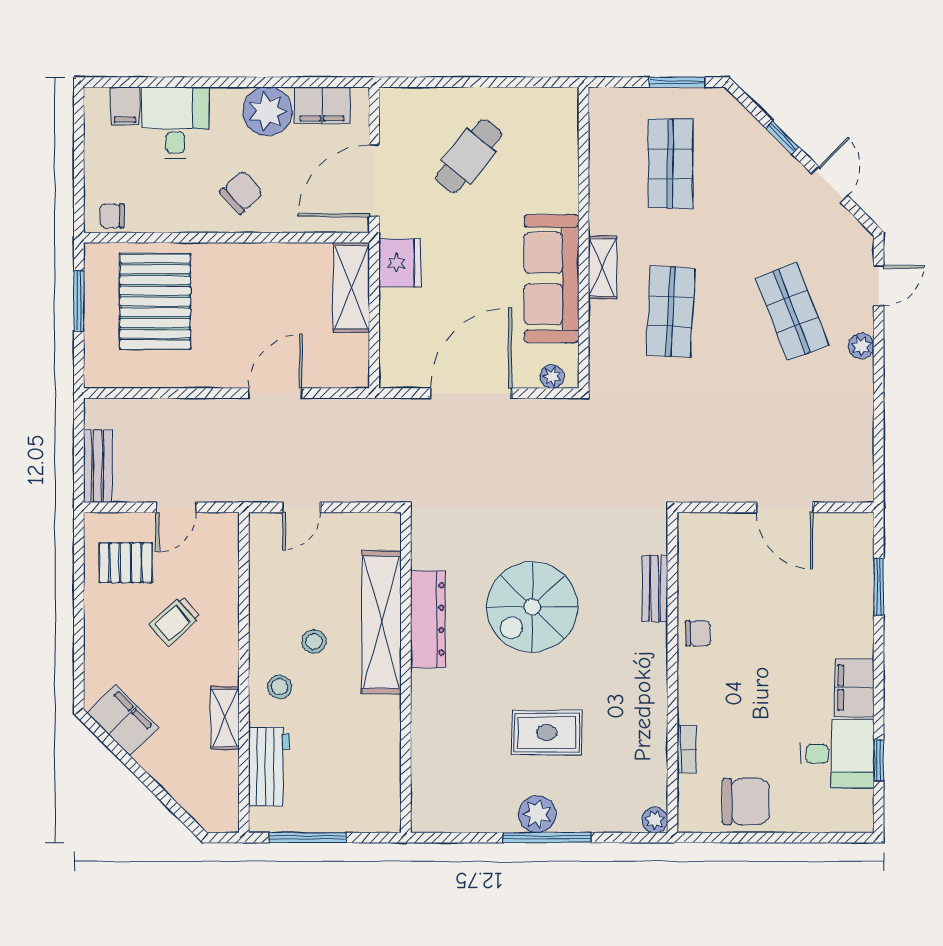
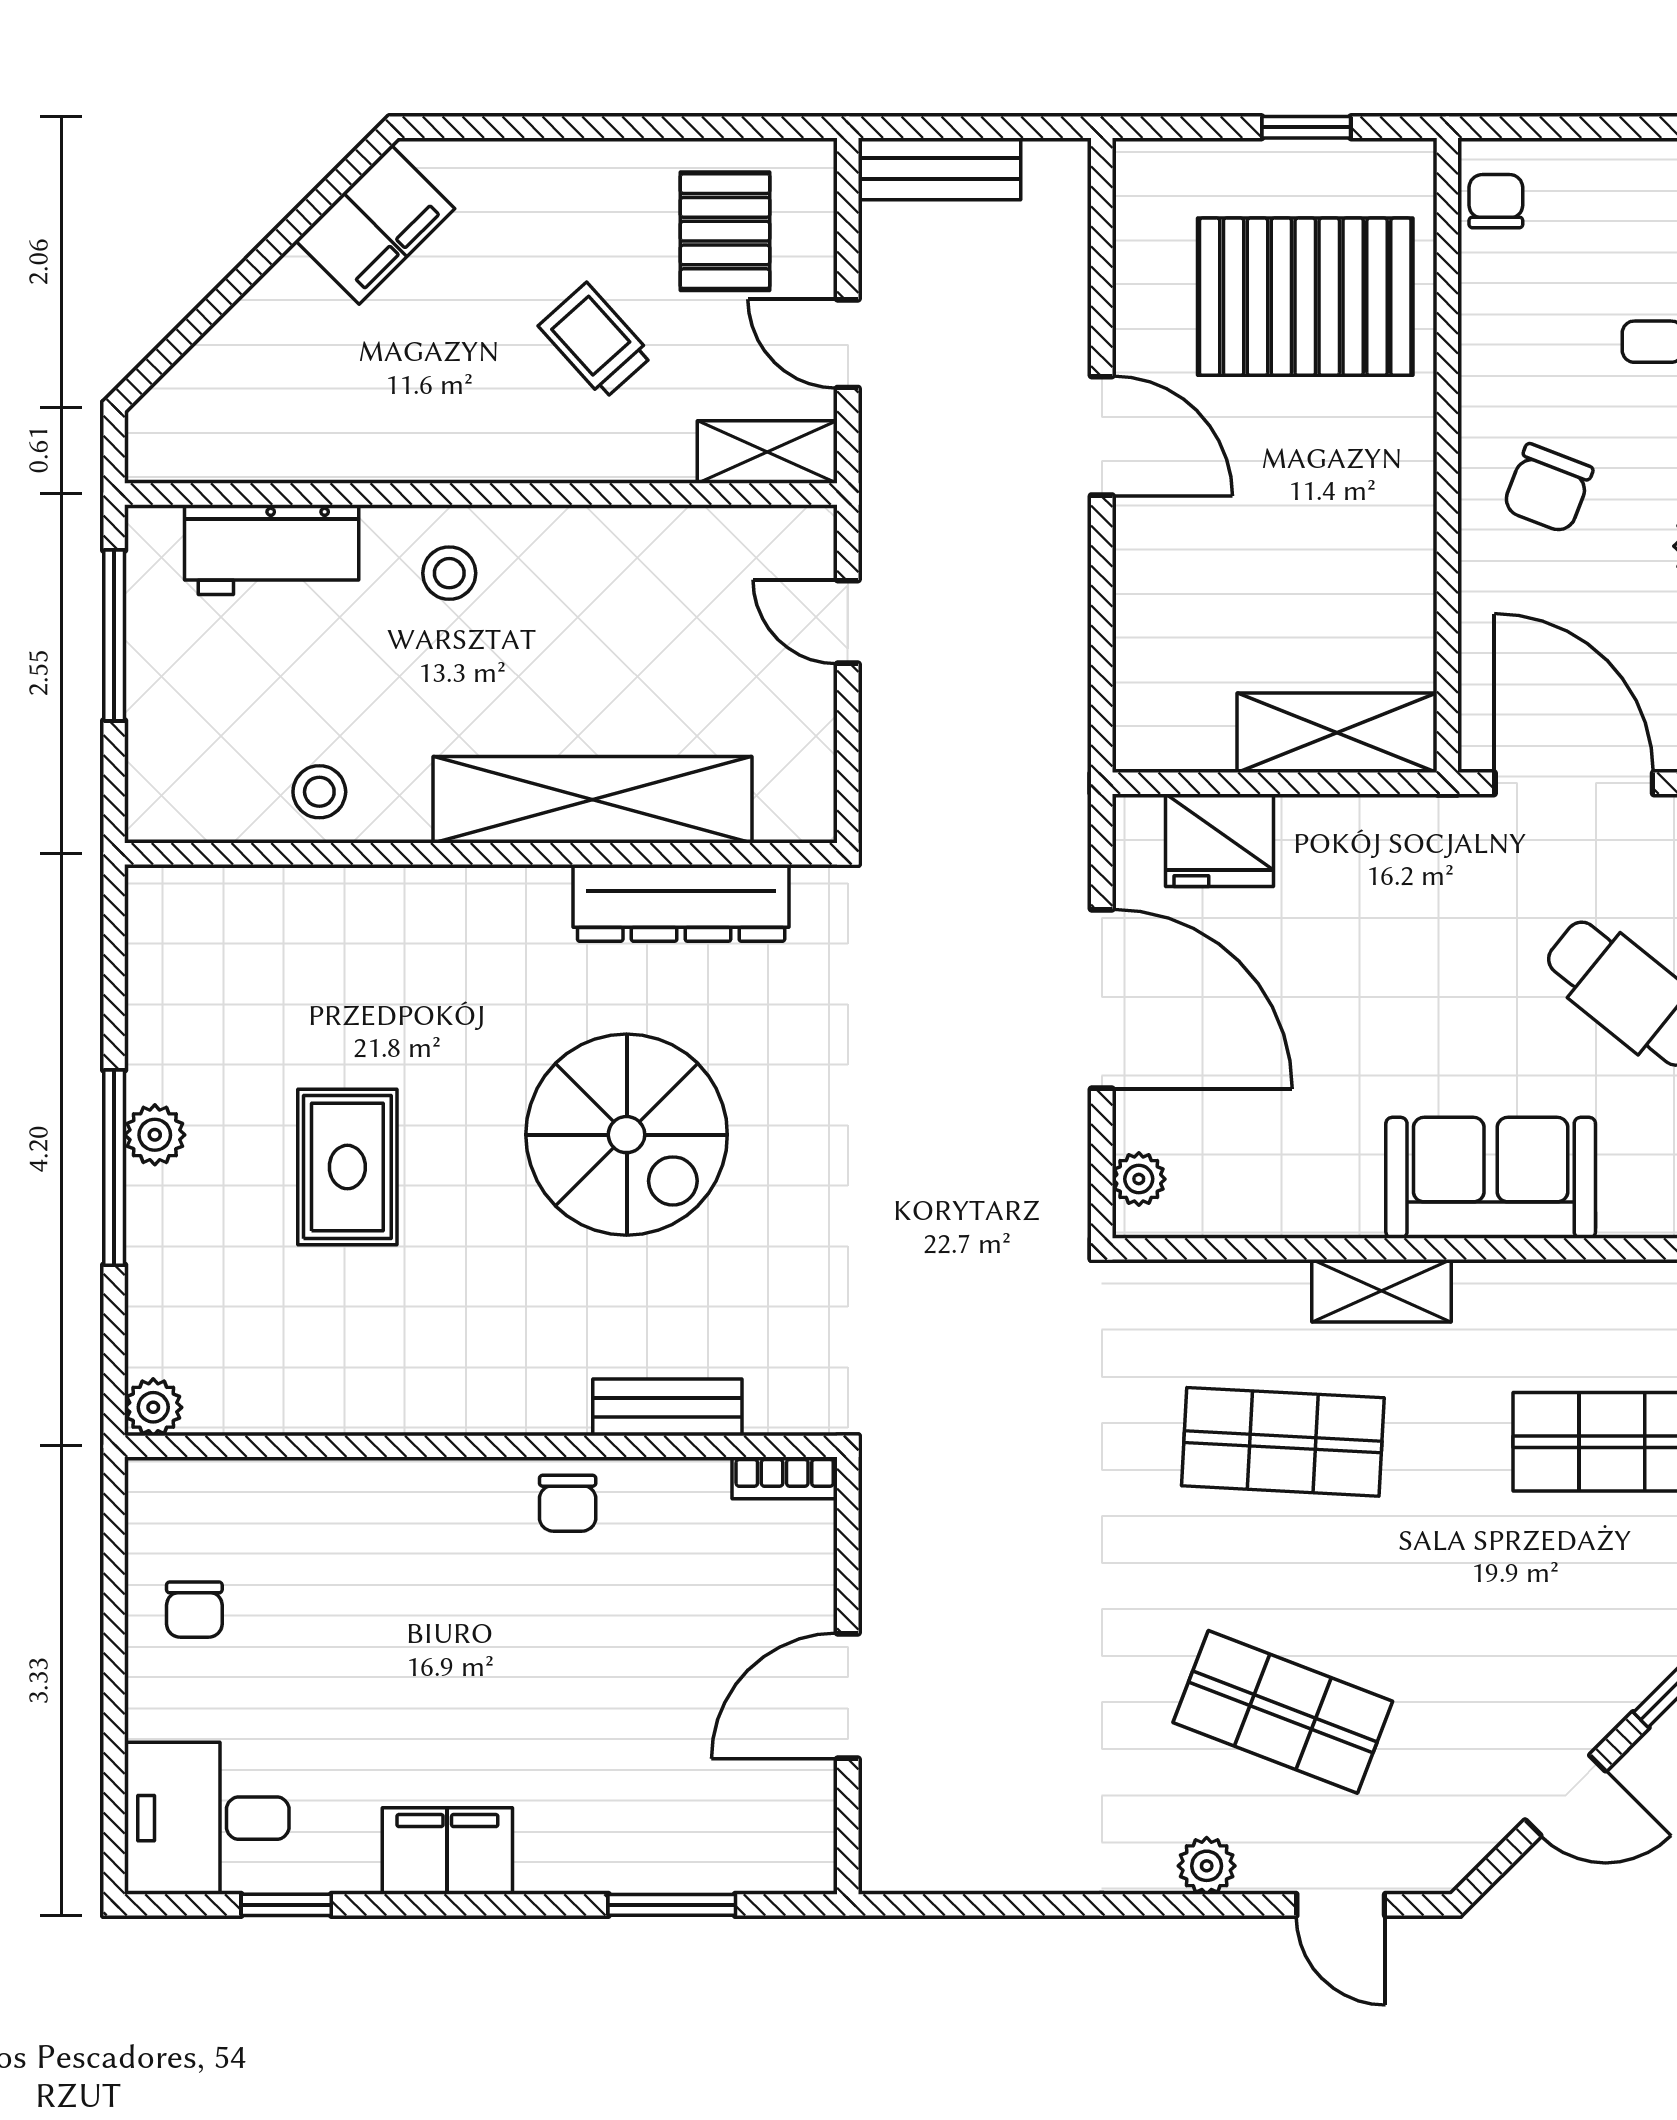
chair: (241, 192) -> (1548, 489), turned 63
fridge: (400, 263) -> (1219, 840), moved
sofa: (552, 279) -> (1491, 1178), moved, width x0.73
window: (79, 301) -> (1306, 127), width x0.67
shop shelf: (792, 312) -> (1283, 1712), turned 42
door: (275, 393) -> (1102, 436), moved
spiral stairs: (532, 607) -> (627, 1135), turned 180
dresser: (428, 619) -> (681, 903), moved
stool: (314, 642) -> (319, 792), moved
shelving: (225, 718) -> (767, 452), moved
bookcase: (687, 750) -> (785, 1478), moved
desk: (837, 754) -> (207, 1818), moved, turned 90
chair: (746, 801) -> (194, 1610), width x0.54, depth x0.54
plant: (537, 814) -> (155, 1135), width x0.73, depth x0.73

